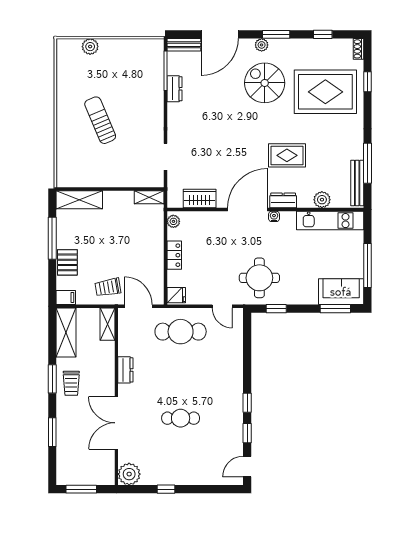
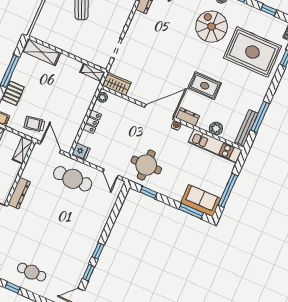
wardrobe: (200, 199) -> (117, 84), moved
dresser: (125, 370) -> (19, 193), width x1.44
cafe table: (181, 418) -> (32, 272), moved

